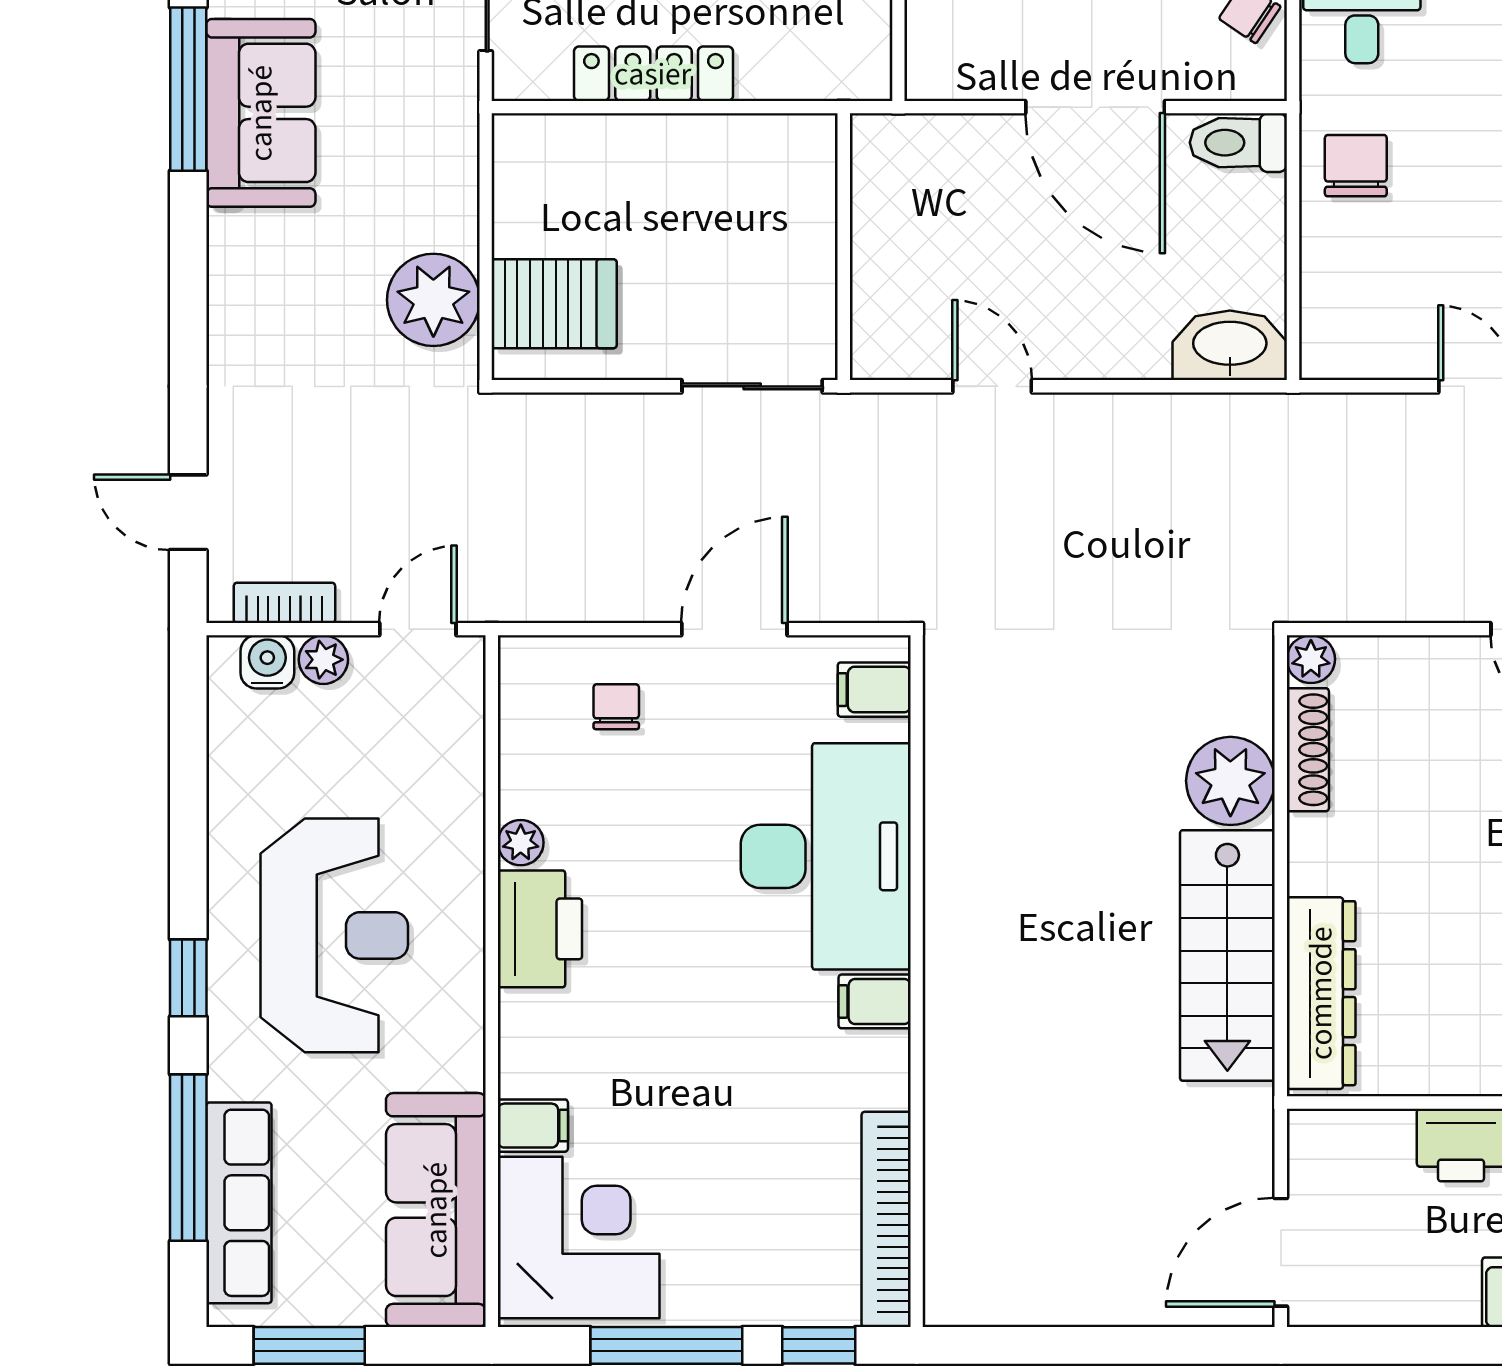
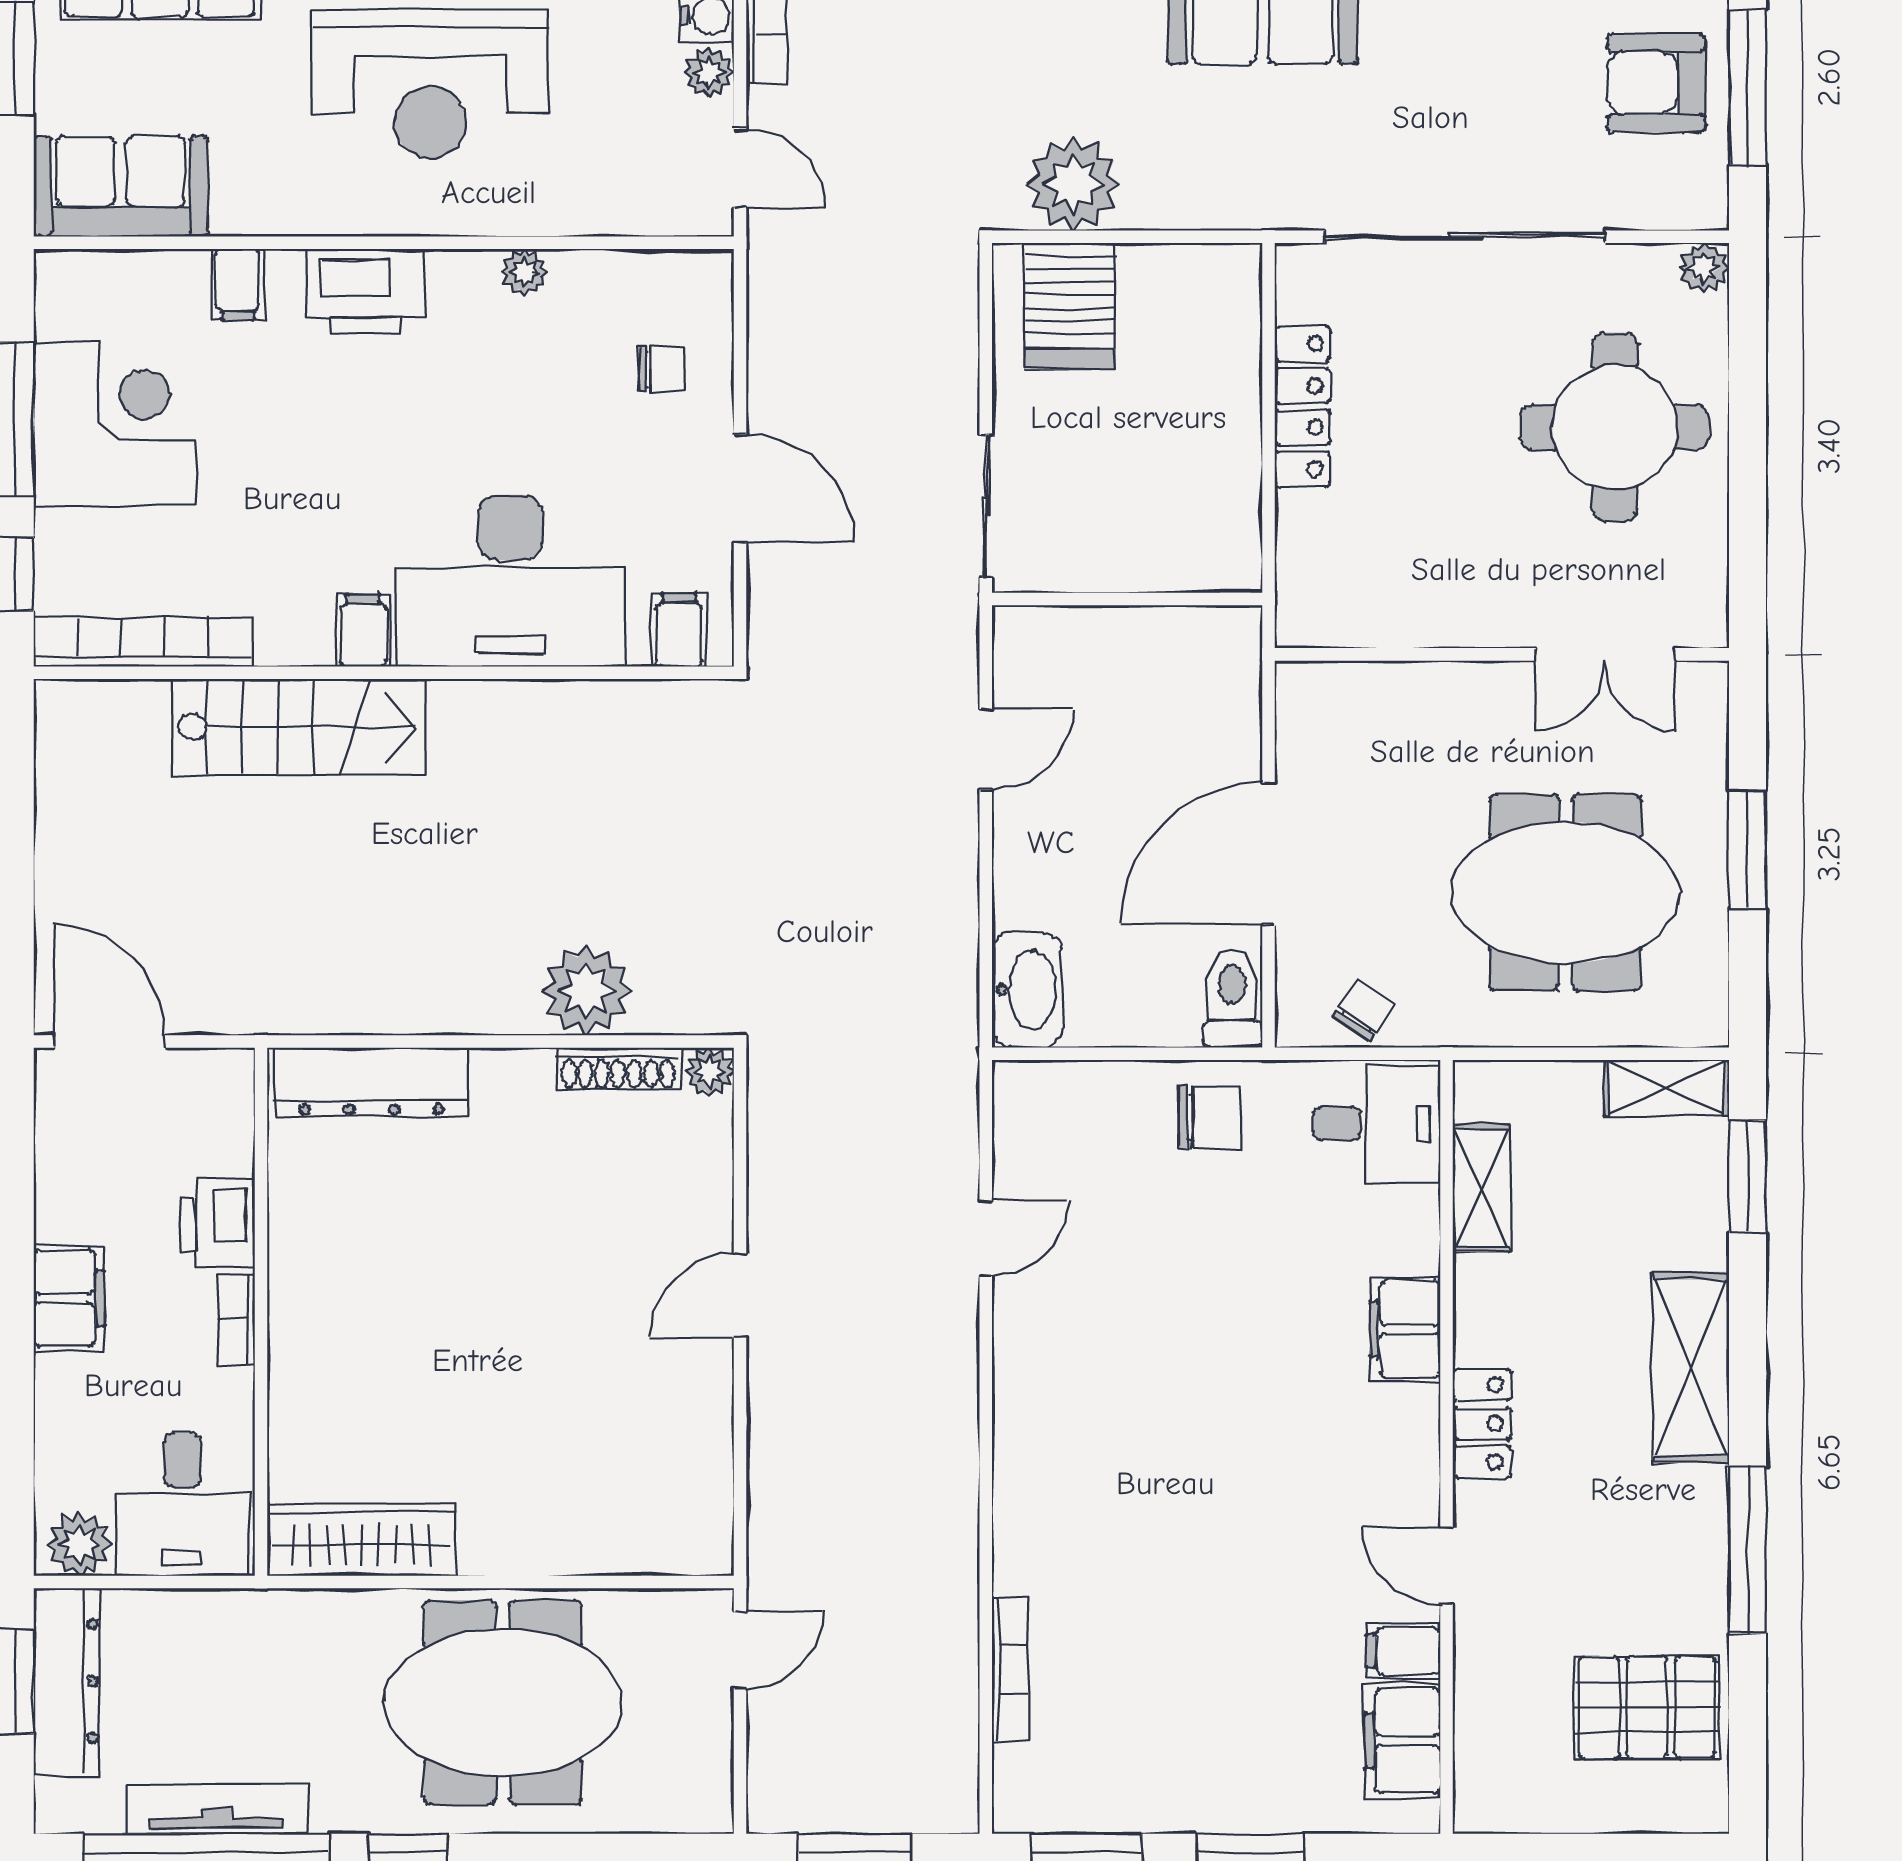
printer: (540, 929) -> (365, 292), moved
stairs: (1227, 956) -> (299, 727), moved, turned 180
sofa: (436, 1210) -> (121, 186), width x0.73
corner desk: (579, 1237) -> (115, 424), moved, turned -90

